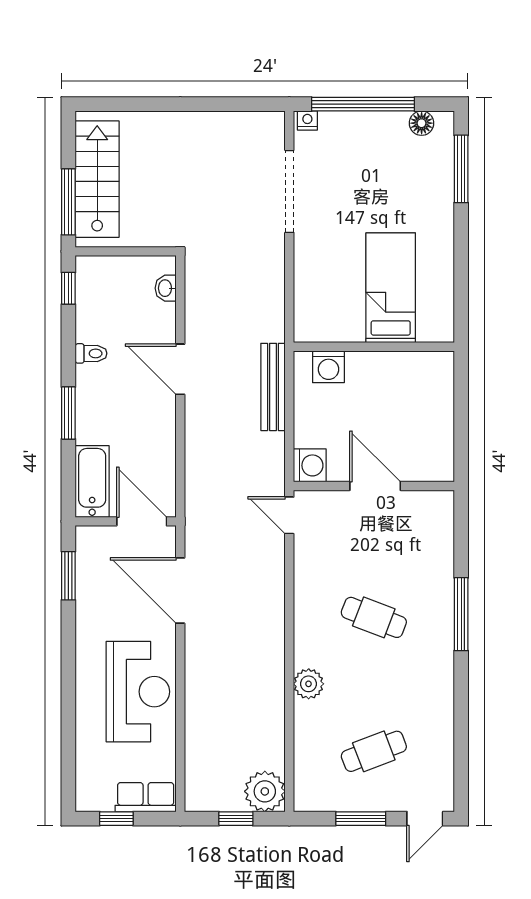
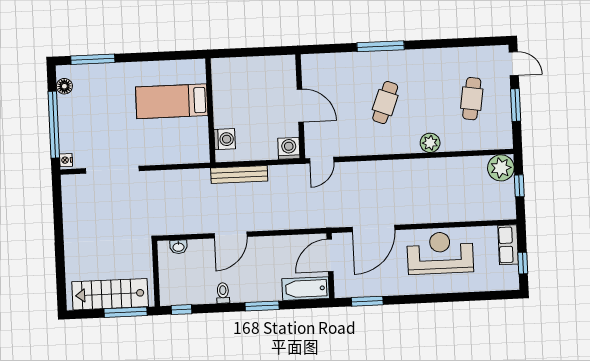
door: (375, 486) -> (300, 106), swing flipped
cafe table: (374, 751) -> (472, 99), turned 30

